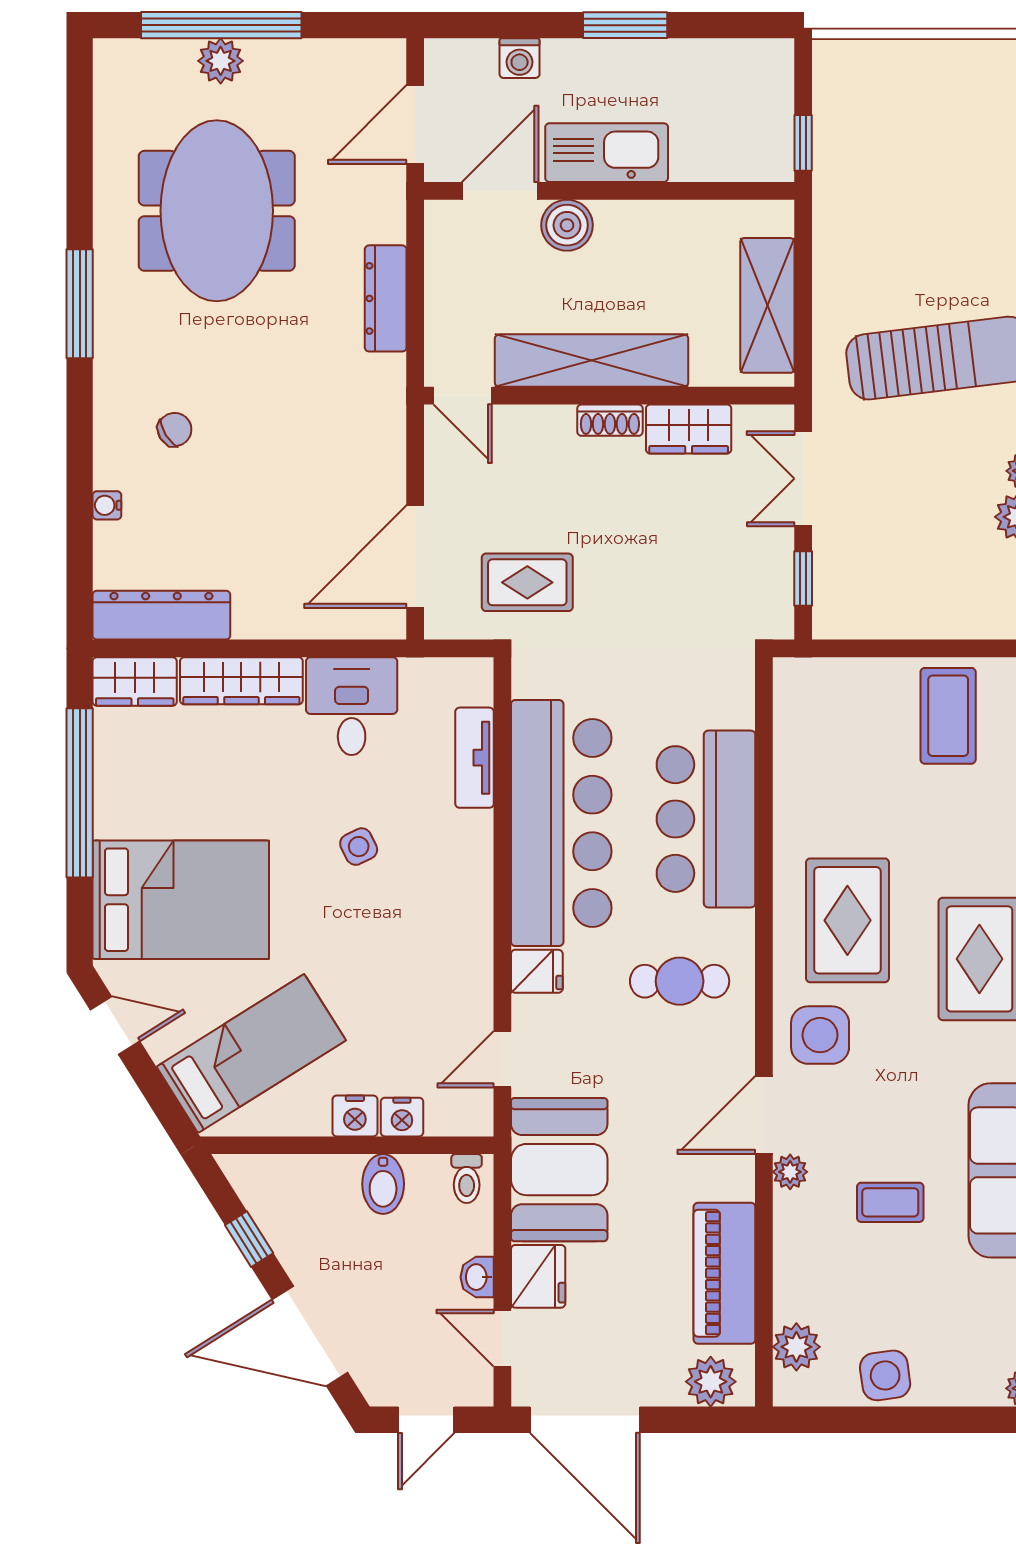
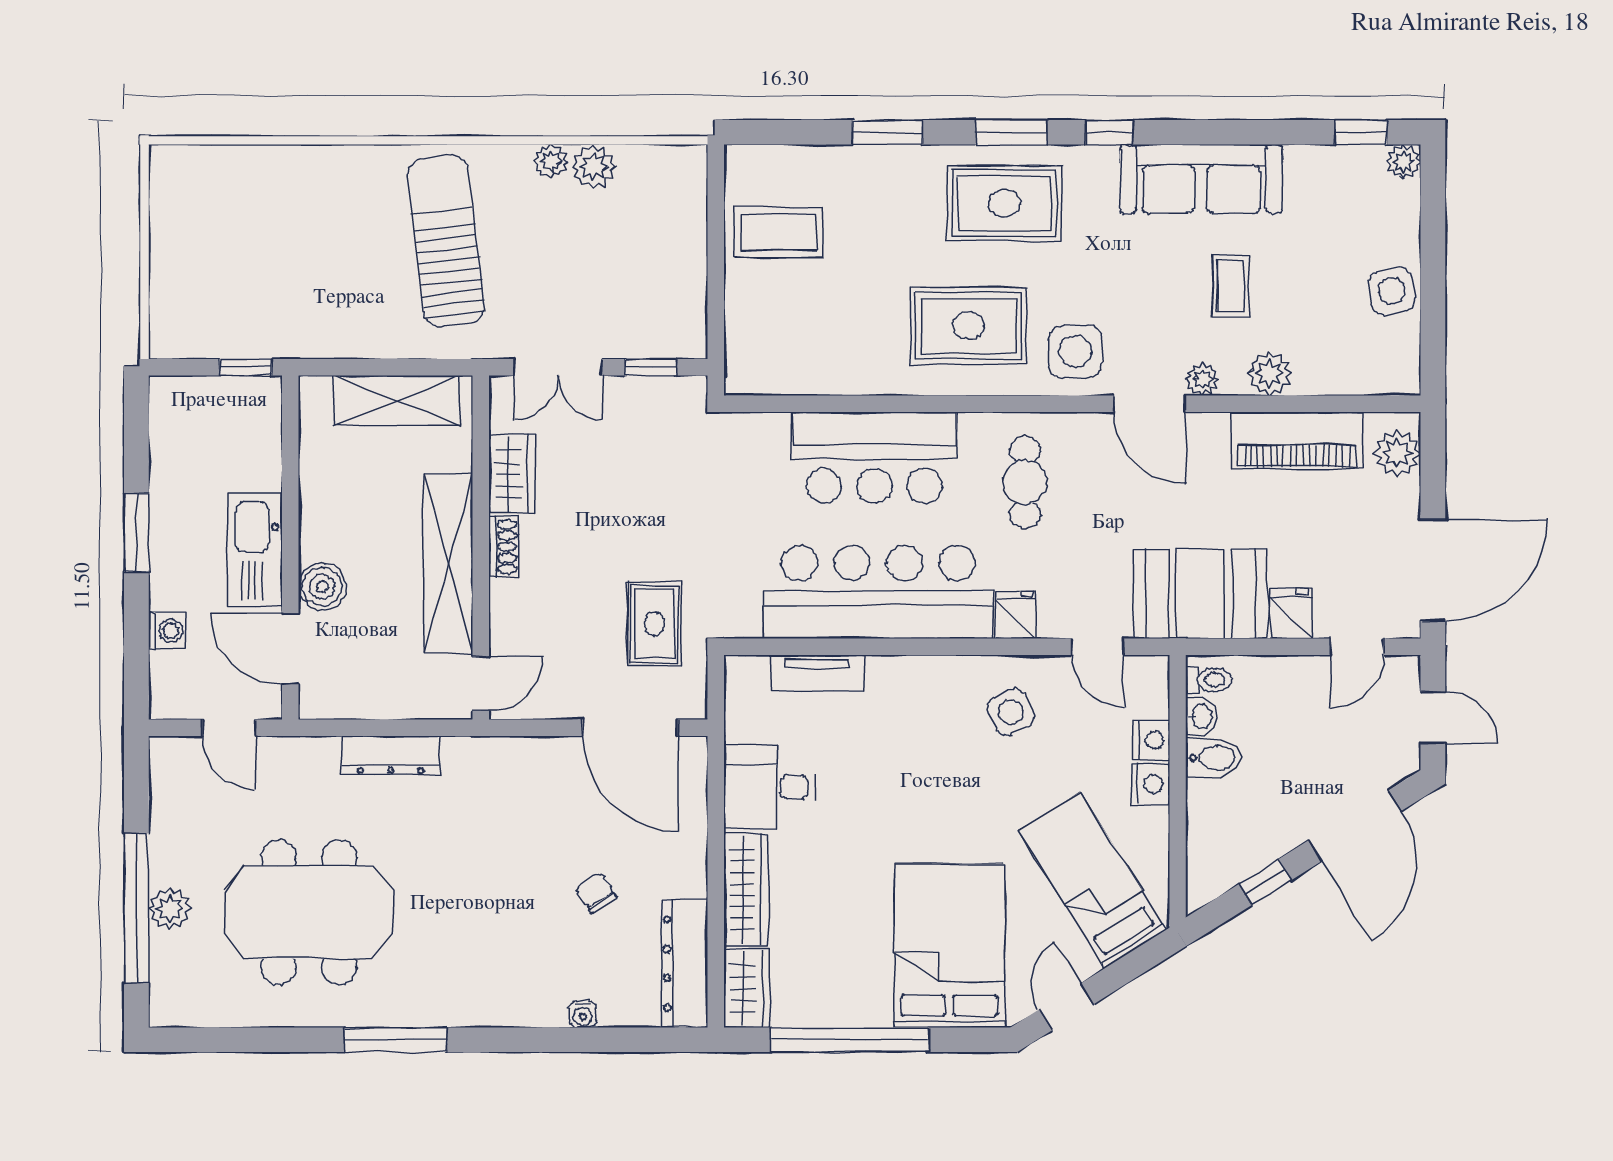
door: (415, 124) -> (229, 728), width x0.73
chair: (175, 429) -> (596, 893), moved
side table: (359, 847) -> (1010, 712), moved, width x1.37, depth x1.37
fridge: (538, 1276) -> (1291, 613), width x0.72
washbasin: (477, 1277) -> (1201, 716), moved, turned -90
plant: (796, 1347) -> (1270, 373), moved

